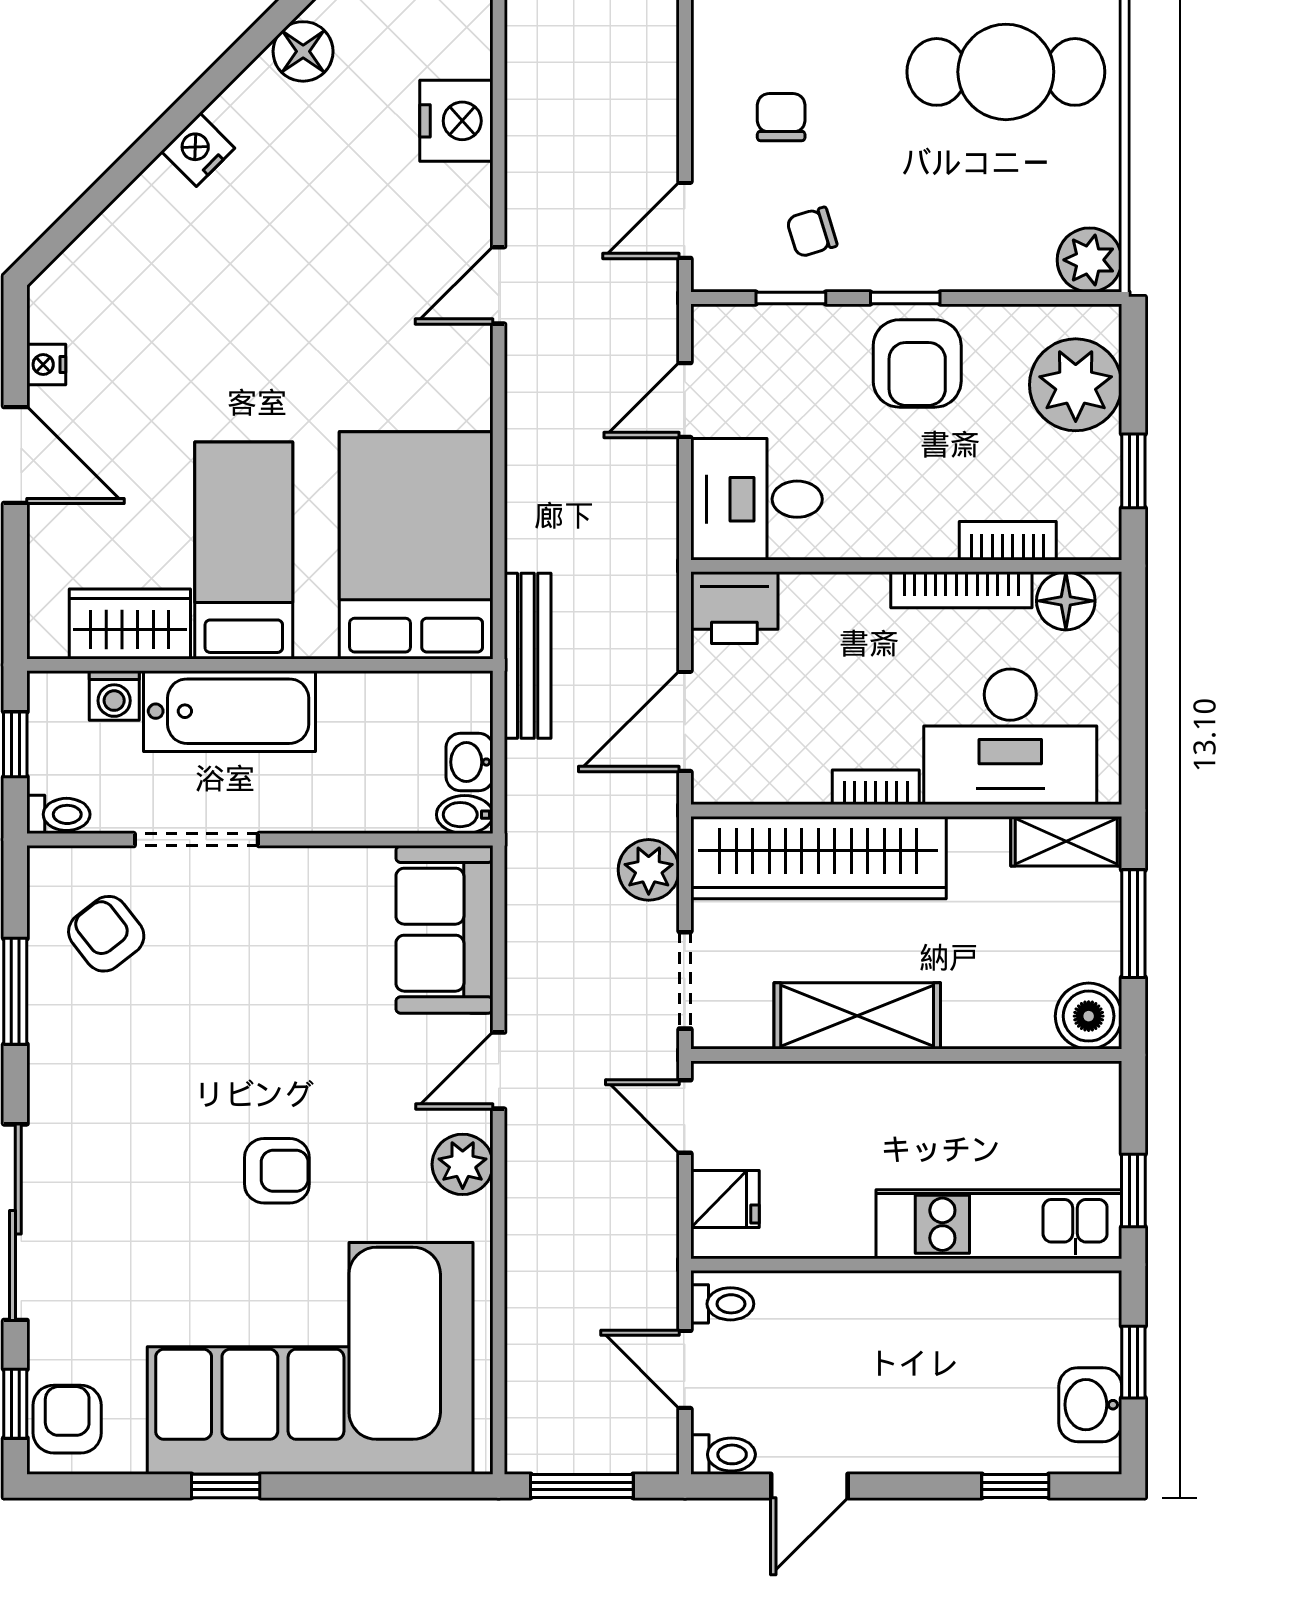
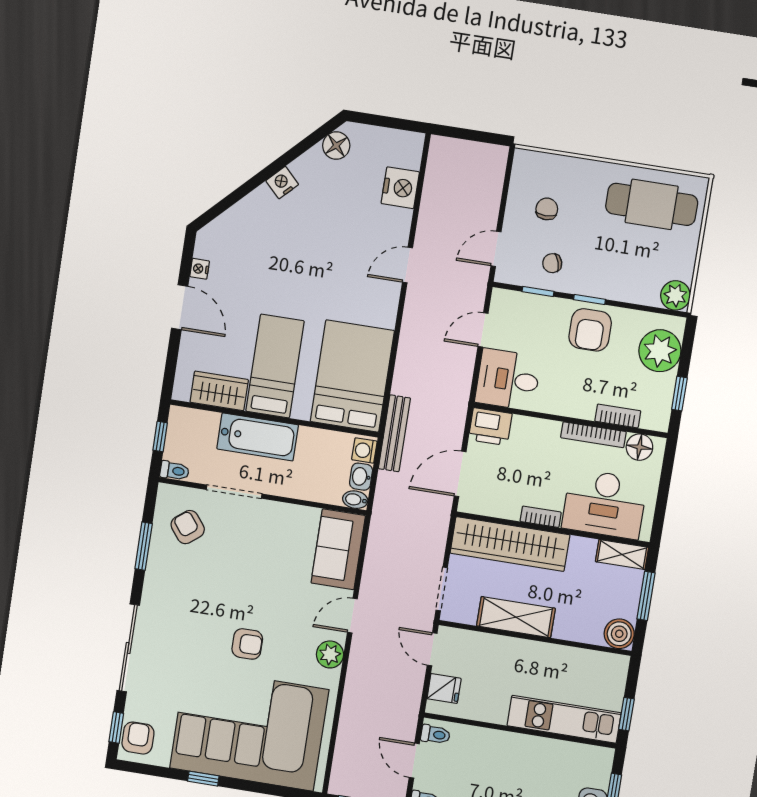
washing machine: (114, 696) -> (364, 450), moved, turned 90
plant: (649, 870) -> (433, 537), removed

